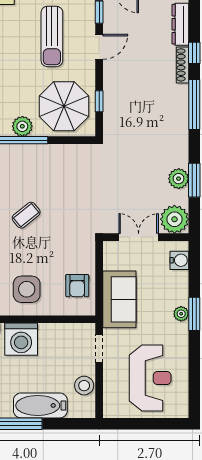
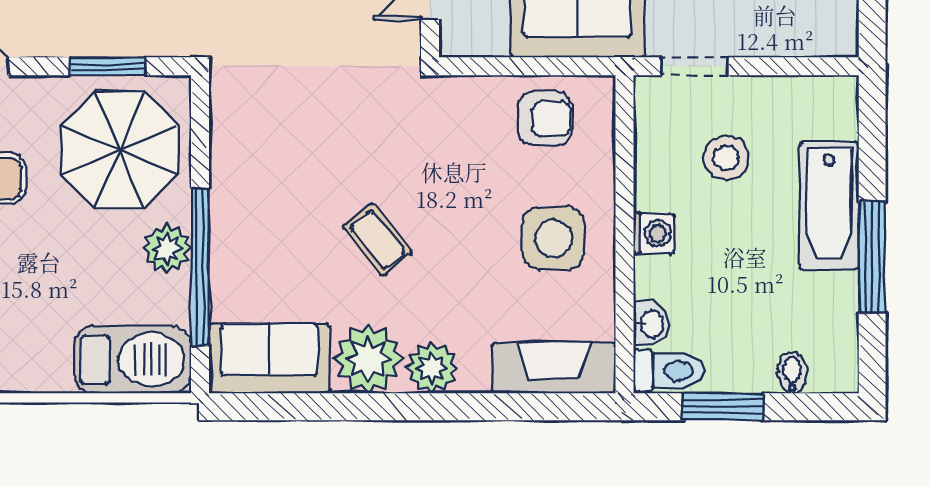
window: (99, 101) -> (108, 66), width x1.50
washing machine: (21, 339) -> (654, 233), width x0.53, depth x0.53
stool: (84, 386) -> (726, 158), moved

